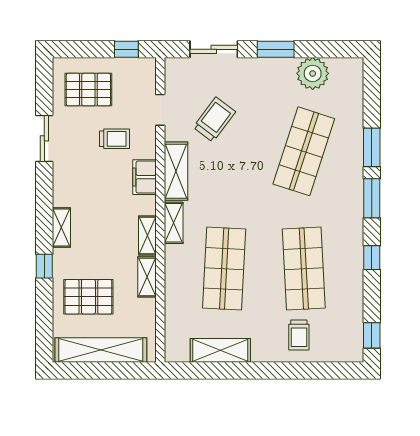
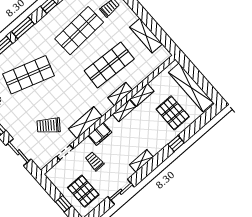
window: (126, 49) -> (64, 204), moved
shelving: (174, 223) -> (120, 94), moved
shelving: (61, 227) -> (141, 161), moved

